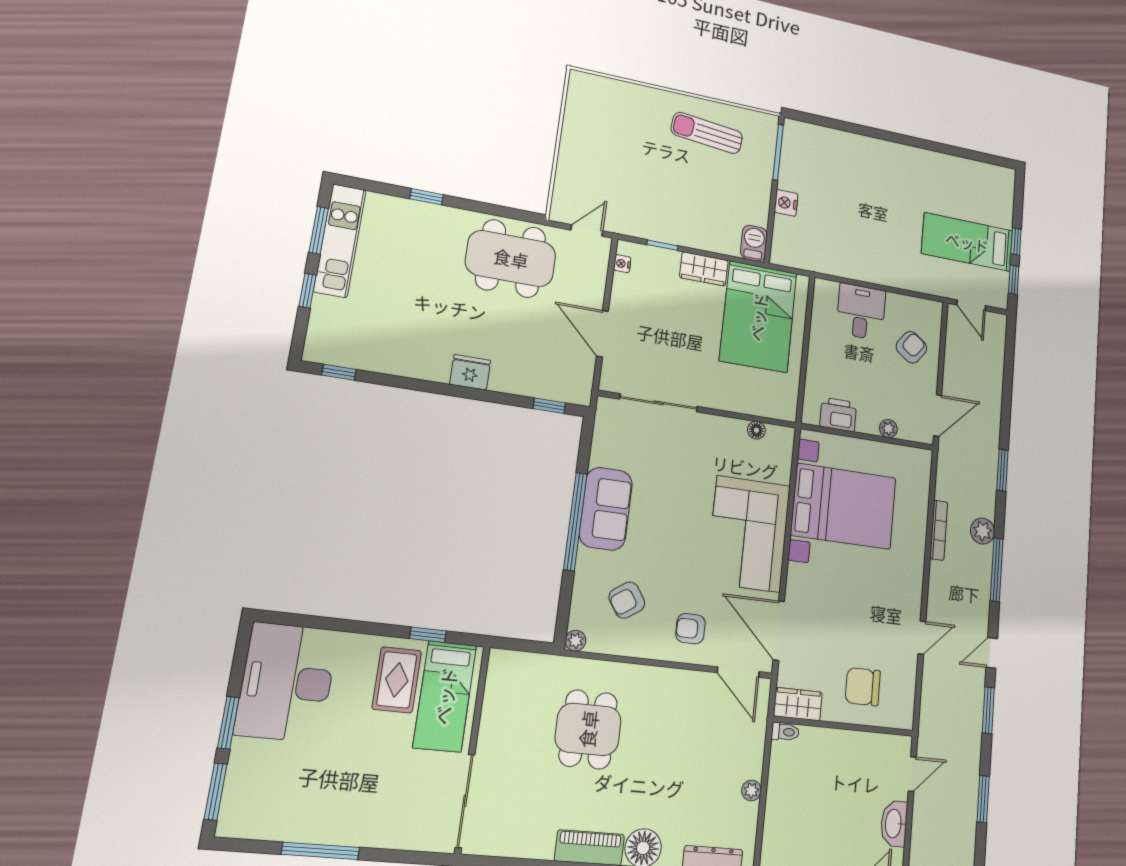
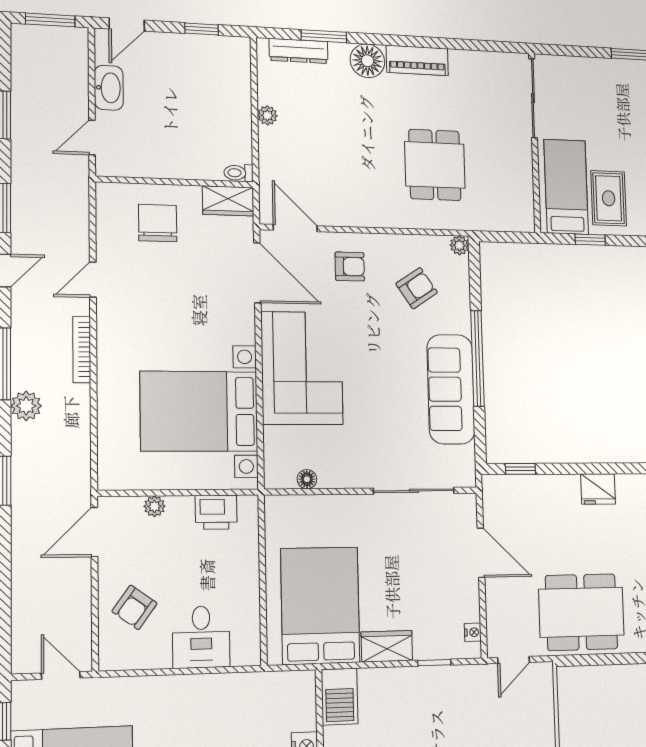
barbecue: (754, 243) -> (340, 697), width x1.38, depth x1.27
sofa: (606, 509) -> (451, 389), width x1.36
bookcase: (939, 530) -> (82, 350), moved
chair: (863, 687) -> (158, 223), turned -90

